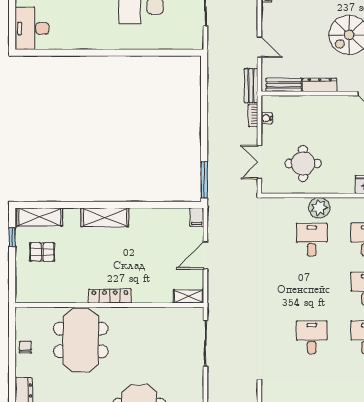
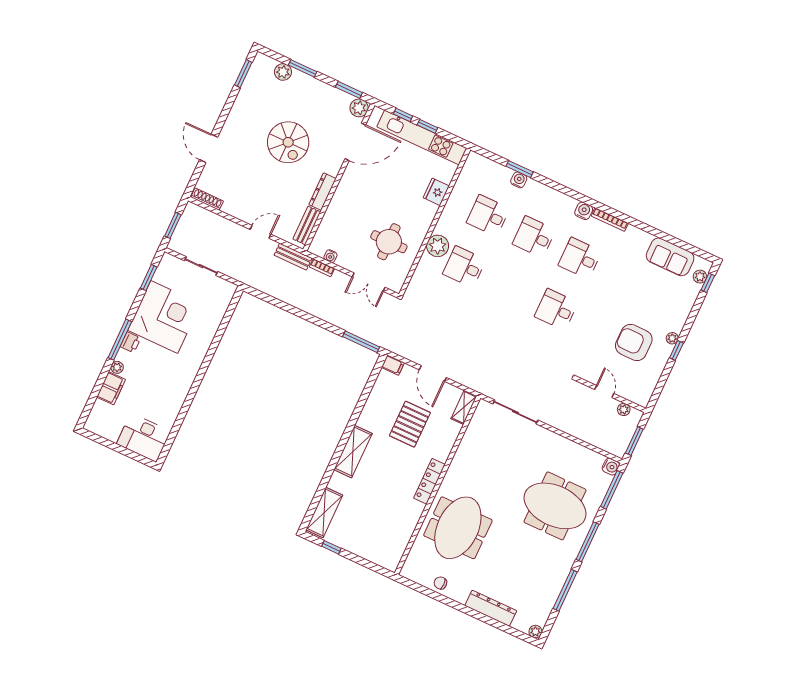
pallet: (42, 252) -> (410, 424), moved, width x1.50, depth x1.42
meeting table: (81, 340) -> (458, 528), turned 90

